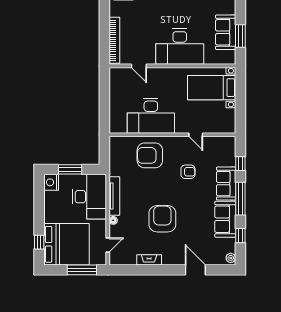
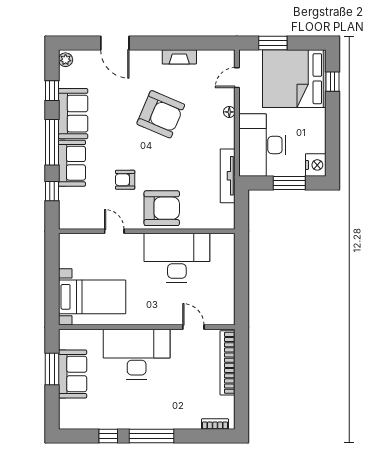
armchair: (150, 155) -> (162, 208), moved
tv unit: (114, 196) -> (228, 176), moved
armchair: (162, 219) -> (161, 114), turned -67
window: (82, 270) -> (273, 43), width x0.69

